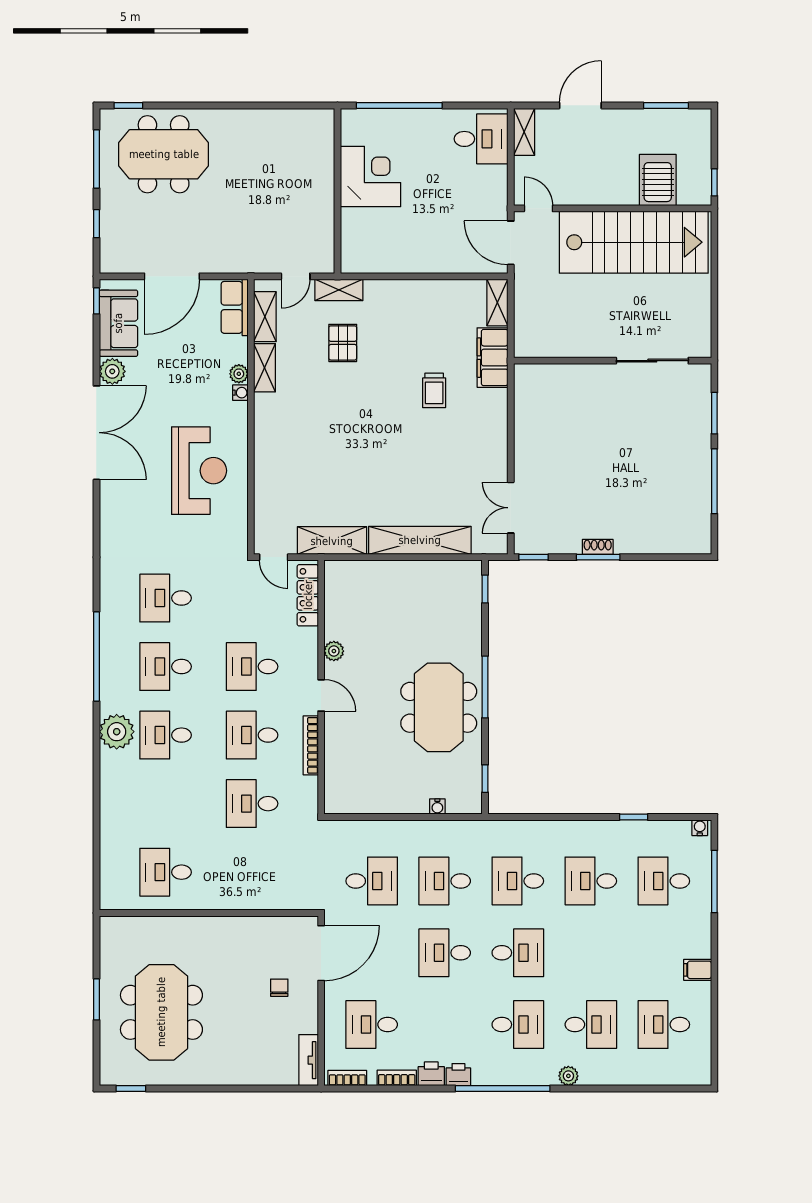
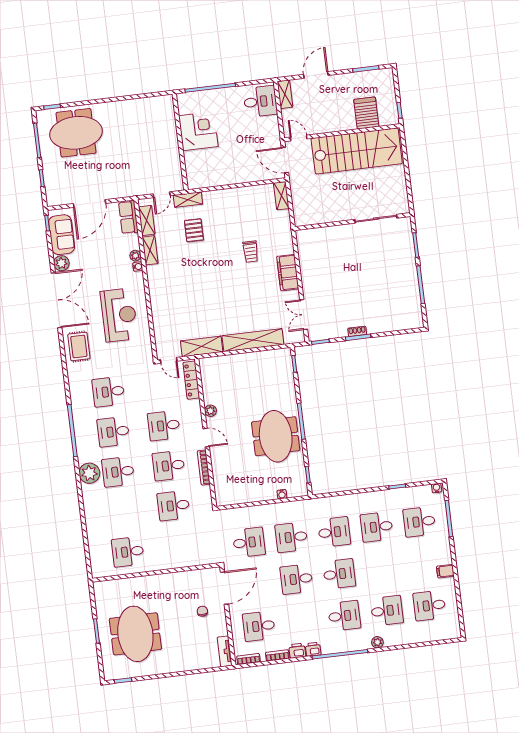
filing cabinet: (492, 358) -> (288, 273), moved
rug: (125, 516) -> (79, 346), added
desk: (518, 881) -> (334, 532), turned 180

